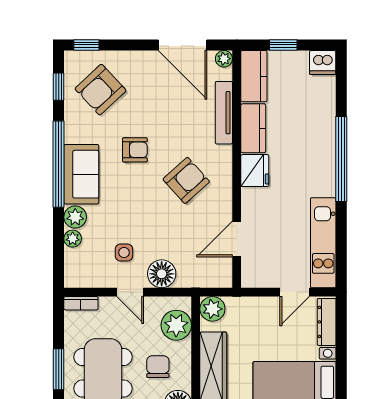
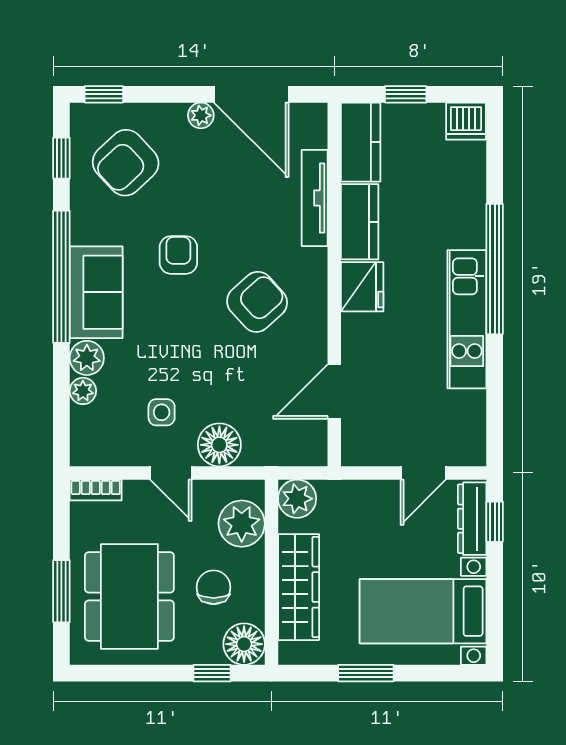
plant: (224, 59) -> (201, 115), moved
armchair: (135, 150) -> (178, 255), turned -90
kitchen unit: (323, 243) -> (467, 319), moved
window: (341, 324) -> (495, 522), added

